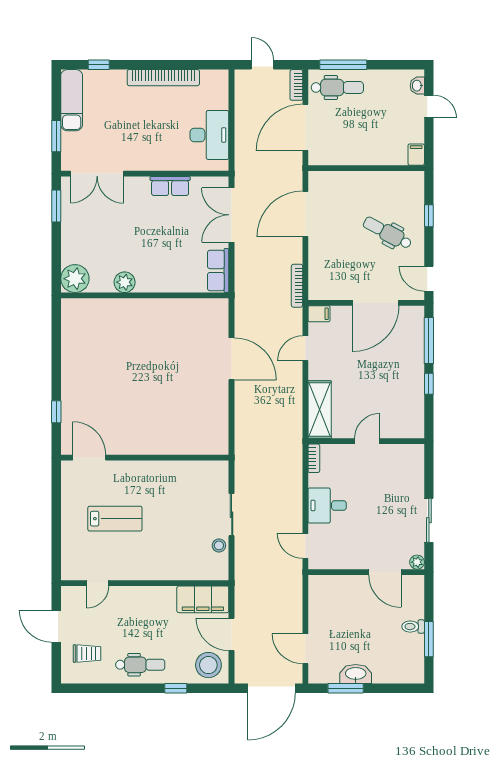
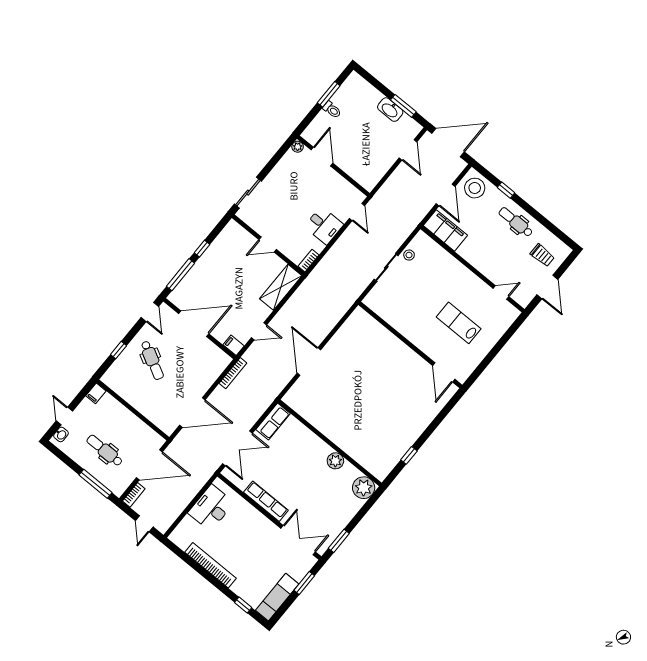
dental chair: (337, 87) -> (105, 450), moved
row of seats: (170, 186) -> (266, 501), width x1.48
window: (56, 412) -> (409, 455), moved
sliding door: (429, 520) -> (248, 193), moved
trolley: (87, 654) -> (542, 255), turned 180

